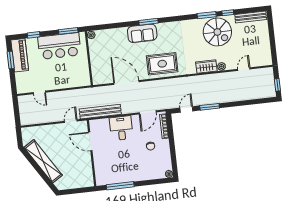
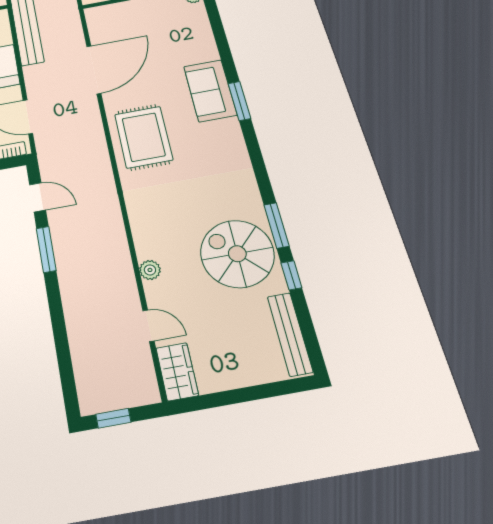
spiral stairs: (217, 32) -> (237, 254), turned 90
wardrobe: (206, 66) -> (177, 372), moved

